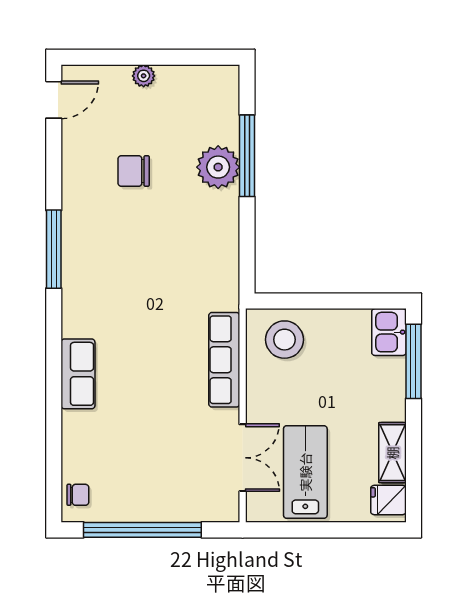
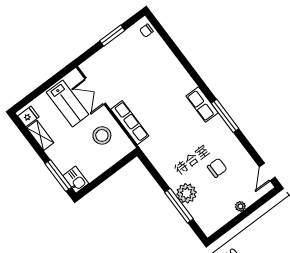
stool: (285, 340) -> (102, 135), moved
row of seats: (78, 374) -> (202, 104), moved
window: (142, 530) -> (112, 36), width x0.47

